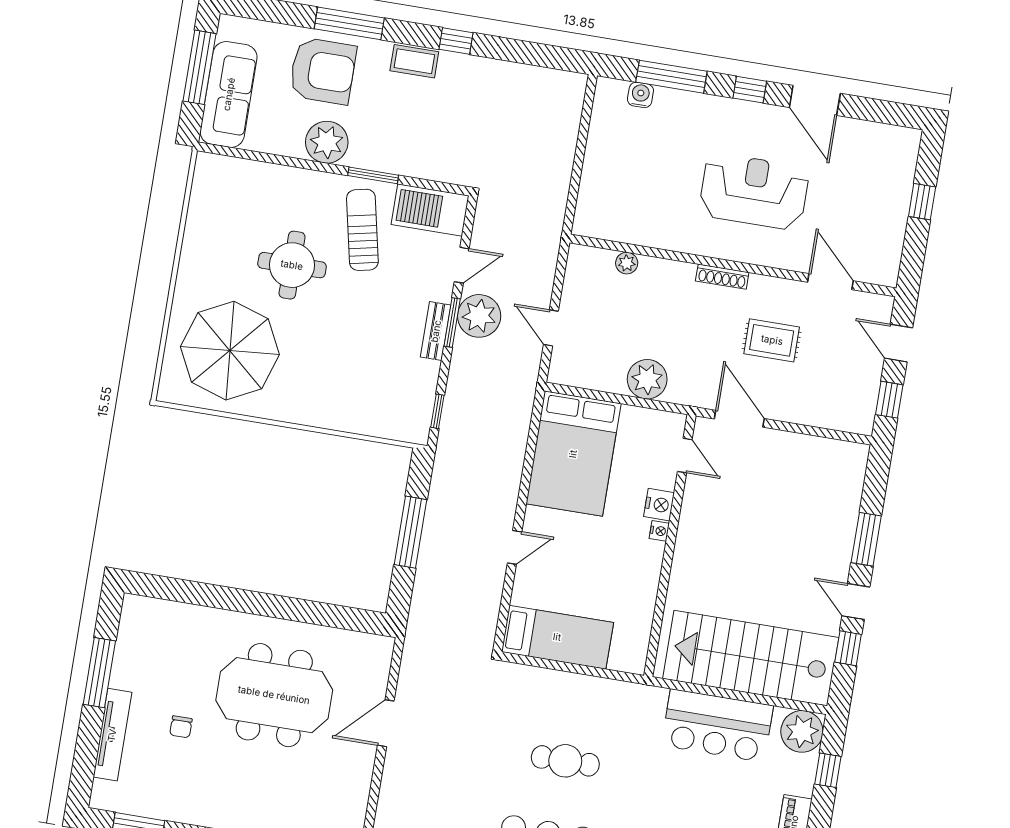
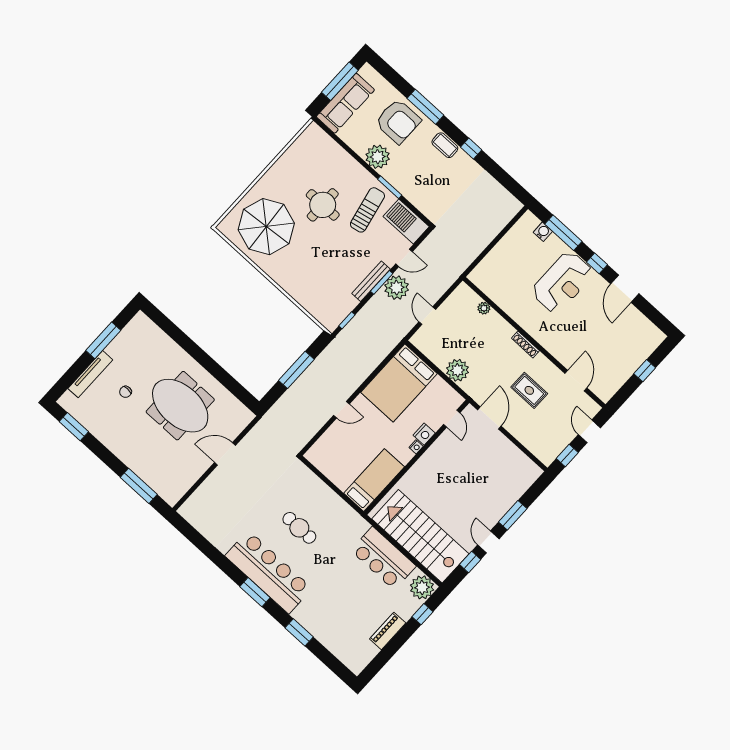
reception desk: (754, 191) -> (562, 282), moved, turned 90
bench: (436, 331) -> (371, 281), width x1.36
bed: (557, 637) -> (374, 480), moved, turned -90

